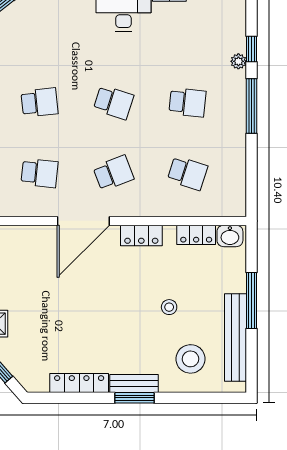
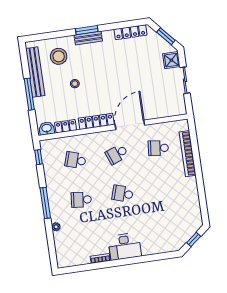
window: (251, 49) -> (38, 157), moved
school desk: (40, 102) -> (164, 188), removed
locker: (141, 236) -> (96, 121), width x1.53
locker: (79, 383) -> (130, 32), moved

